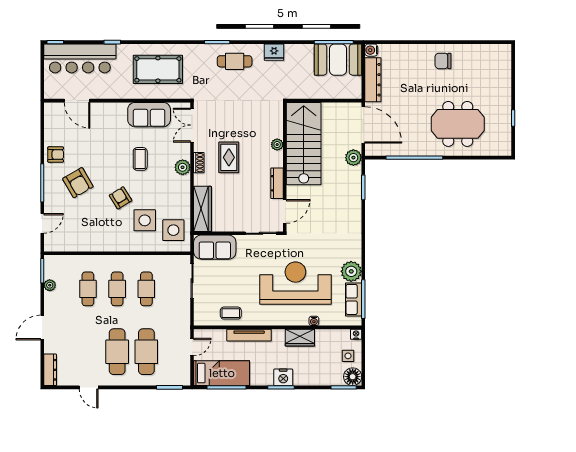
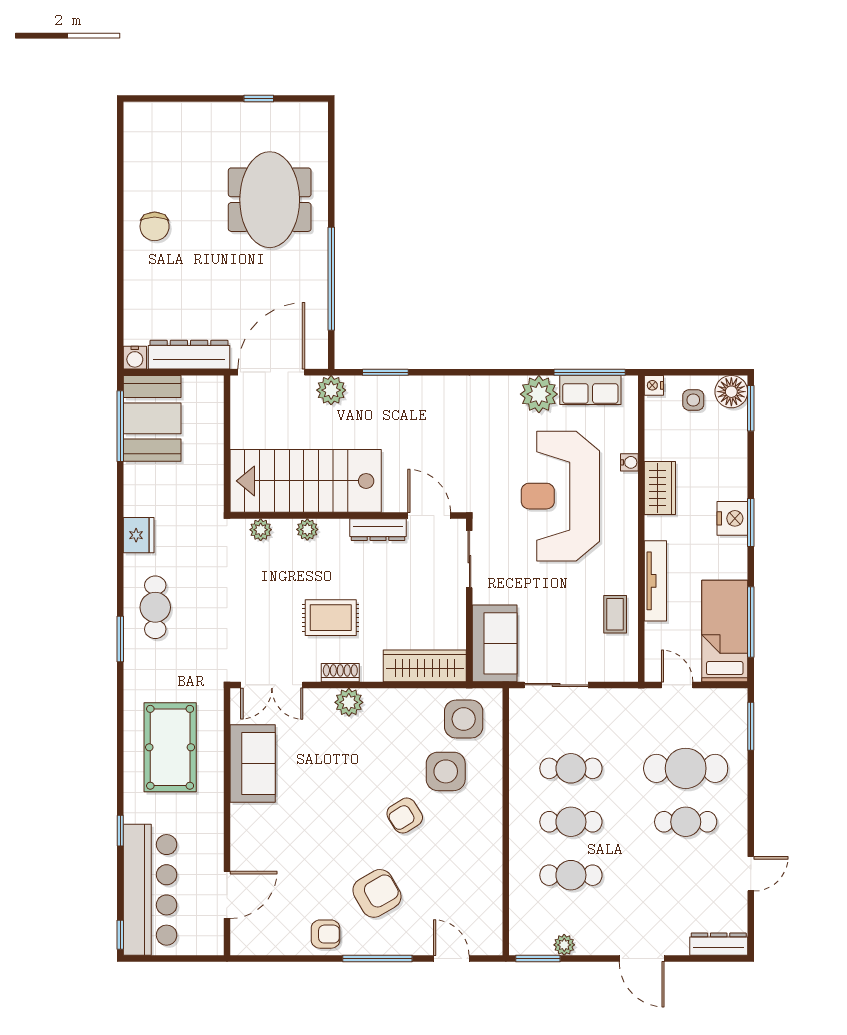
plant: (277, 119) -> (261, 530), added
armchair: (56, 155) -> (326, 934), turned 90
coffee table: (140, 159) -> (334, 780), removed
cafe table: (117, 352) -> (686, 822), width x0.73, depth x0.74

